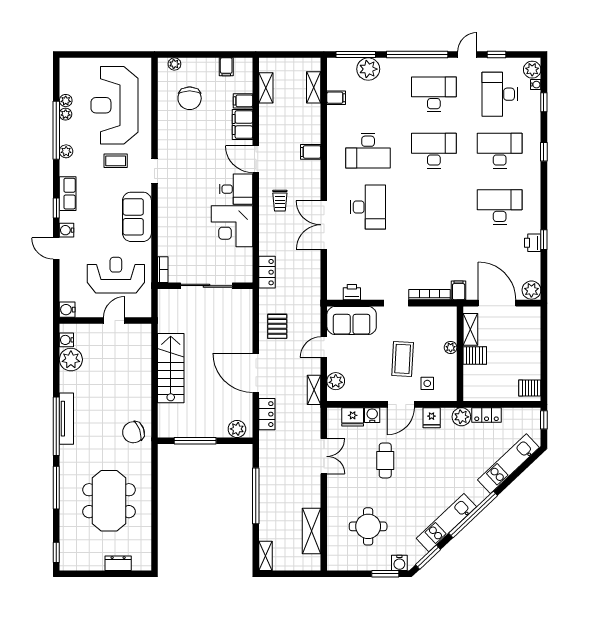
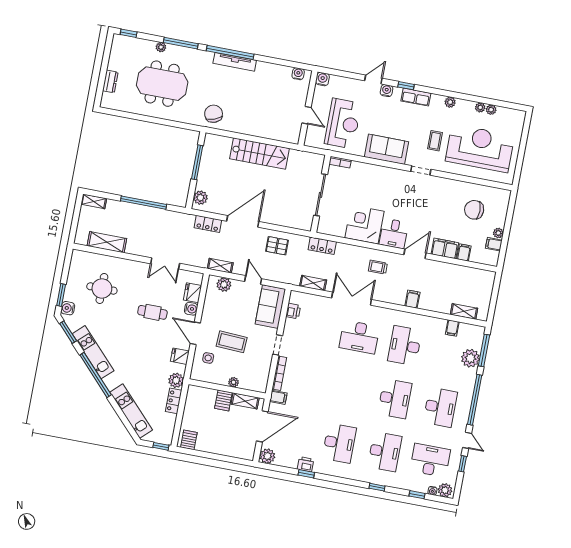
plant: (174, 64) -> (498, 233), moved
shelving: (266, 88) -> (313, 283), moved
window: (56, 130) -> (469, 98), removed
plant: (71, 360) -> (161, 47), moved, width x0.53, depth x0.53

